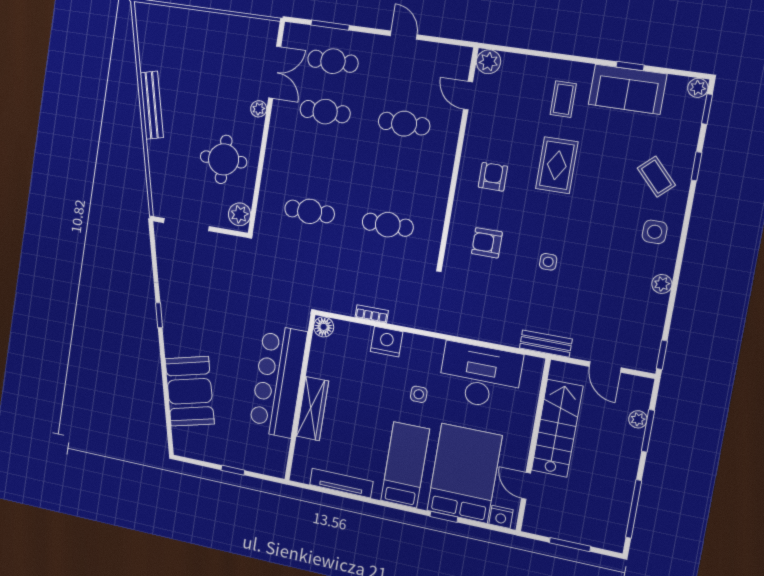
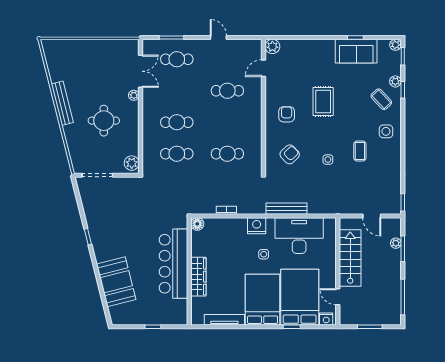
door: (468, 96) -> (264, 68), hinge flipped
coffee table: (563, 99) -> (360, 151), moved
cafe table: (325, 112) -> (177, 122), moved
round table: (224, 159) -> (104, 121), moved
armchair: (487, 243) -> (290, 154), turned 137
plant: (662, 284) -> (395, 81), moved
nightstand: (387, 342) -> (257, 226), moved
bench: (546, 344) -> (286, 209), moved, width x1.36
bed: (405, 465) -> (263, 300), width x1.50

